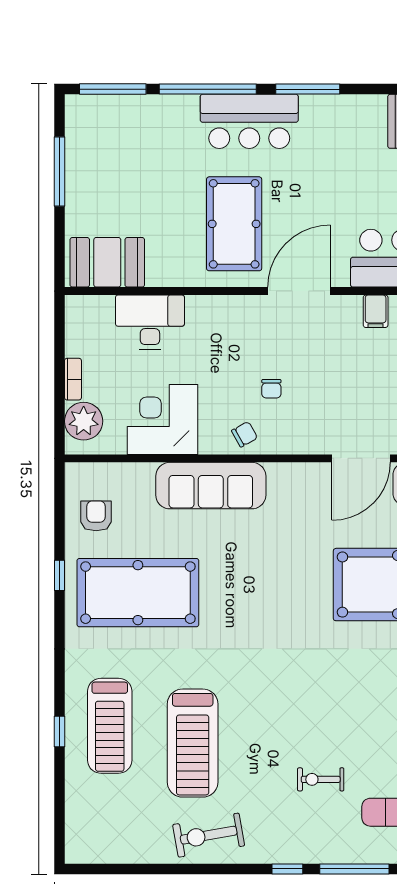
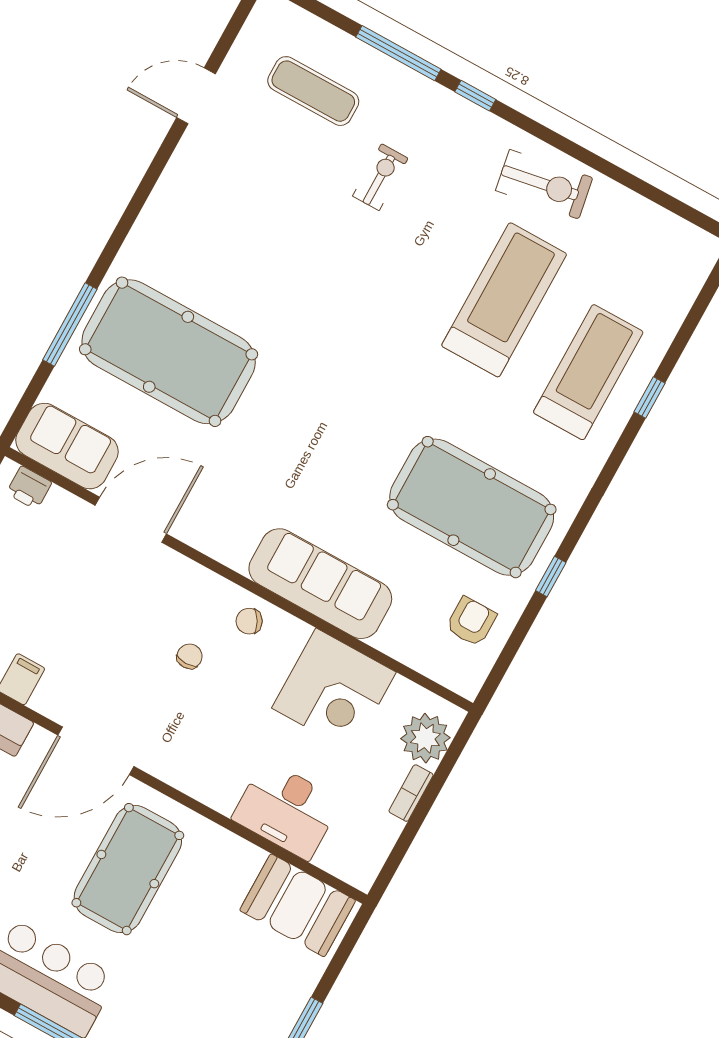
armchair: (96, 516) -> (471, 622), turned 180
exercise bike: (321, 779) -> (380, 177), turned -90

